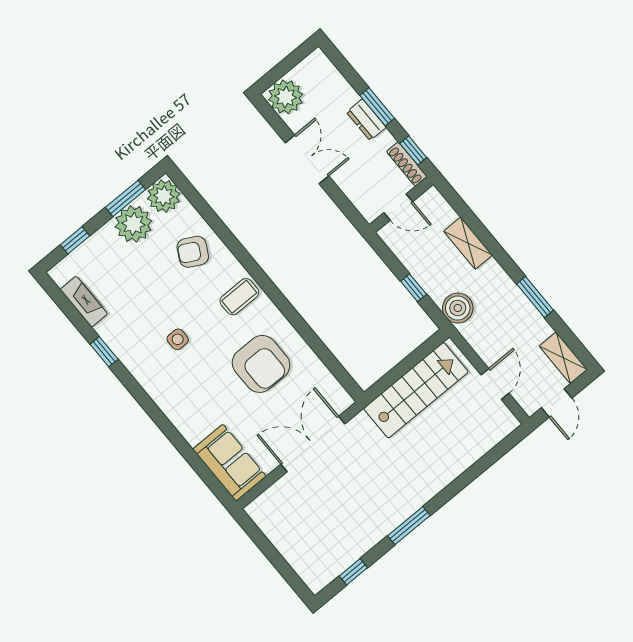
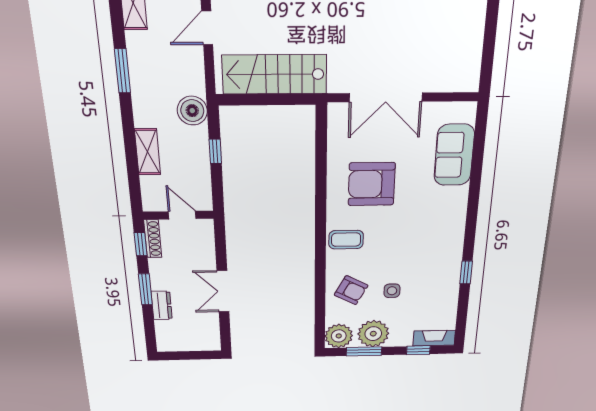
plant: (286, 97) -> (206, 338), removed
dresser: (366, 120) -> (162, 305), moved
fireplace: (84, 302) -> (434, 338), moved, turned 90
side table: (178, 339) -> (392, 291), moved
armchair: (261, 364) -> (372, 184), turned -90
sofa: (229, 463) -> (454, 155), moved

